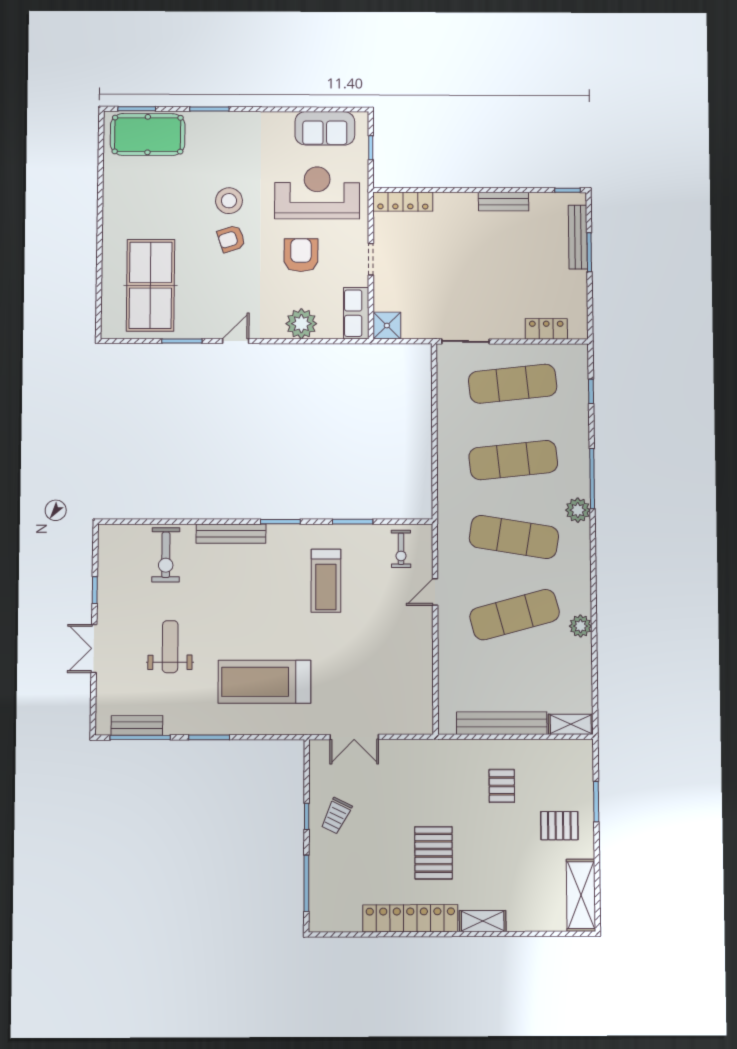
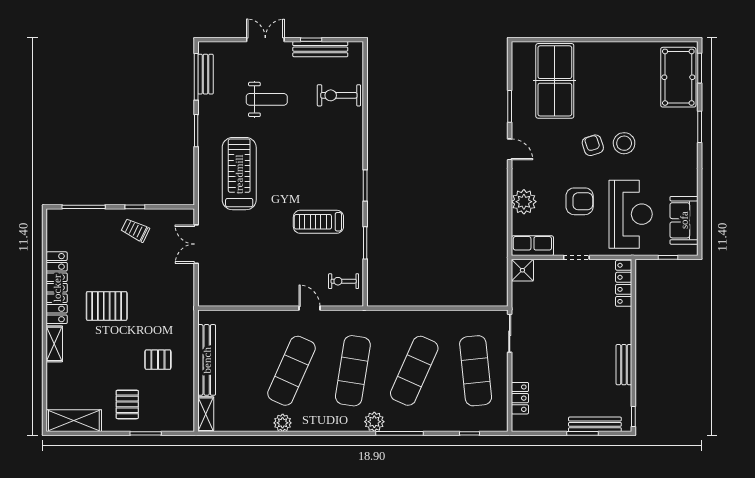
table tennis table: (150, 285) -> (555, 81), turned 90
exercise mat: (513, 460) -> (414, 371), turned 30
bench: (231, 534) -> (320, 49), moved, turned 90
exercise mat: (515, 615) -> (292, 371), turned 39

